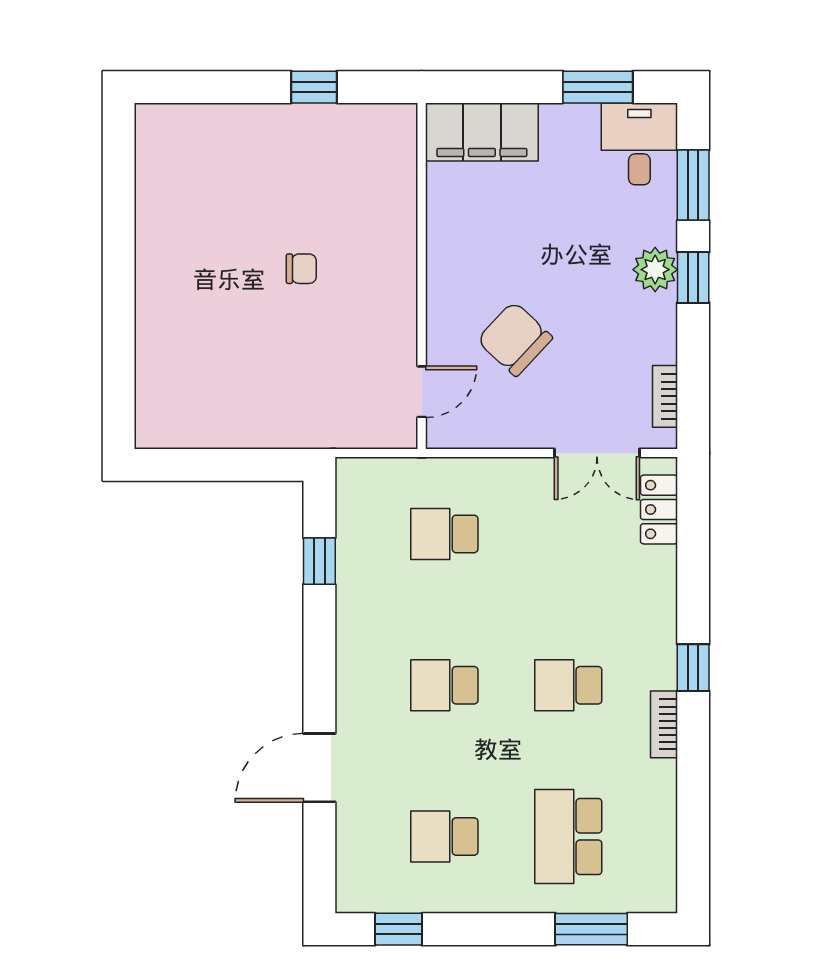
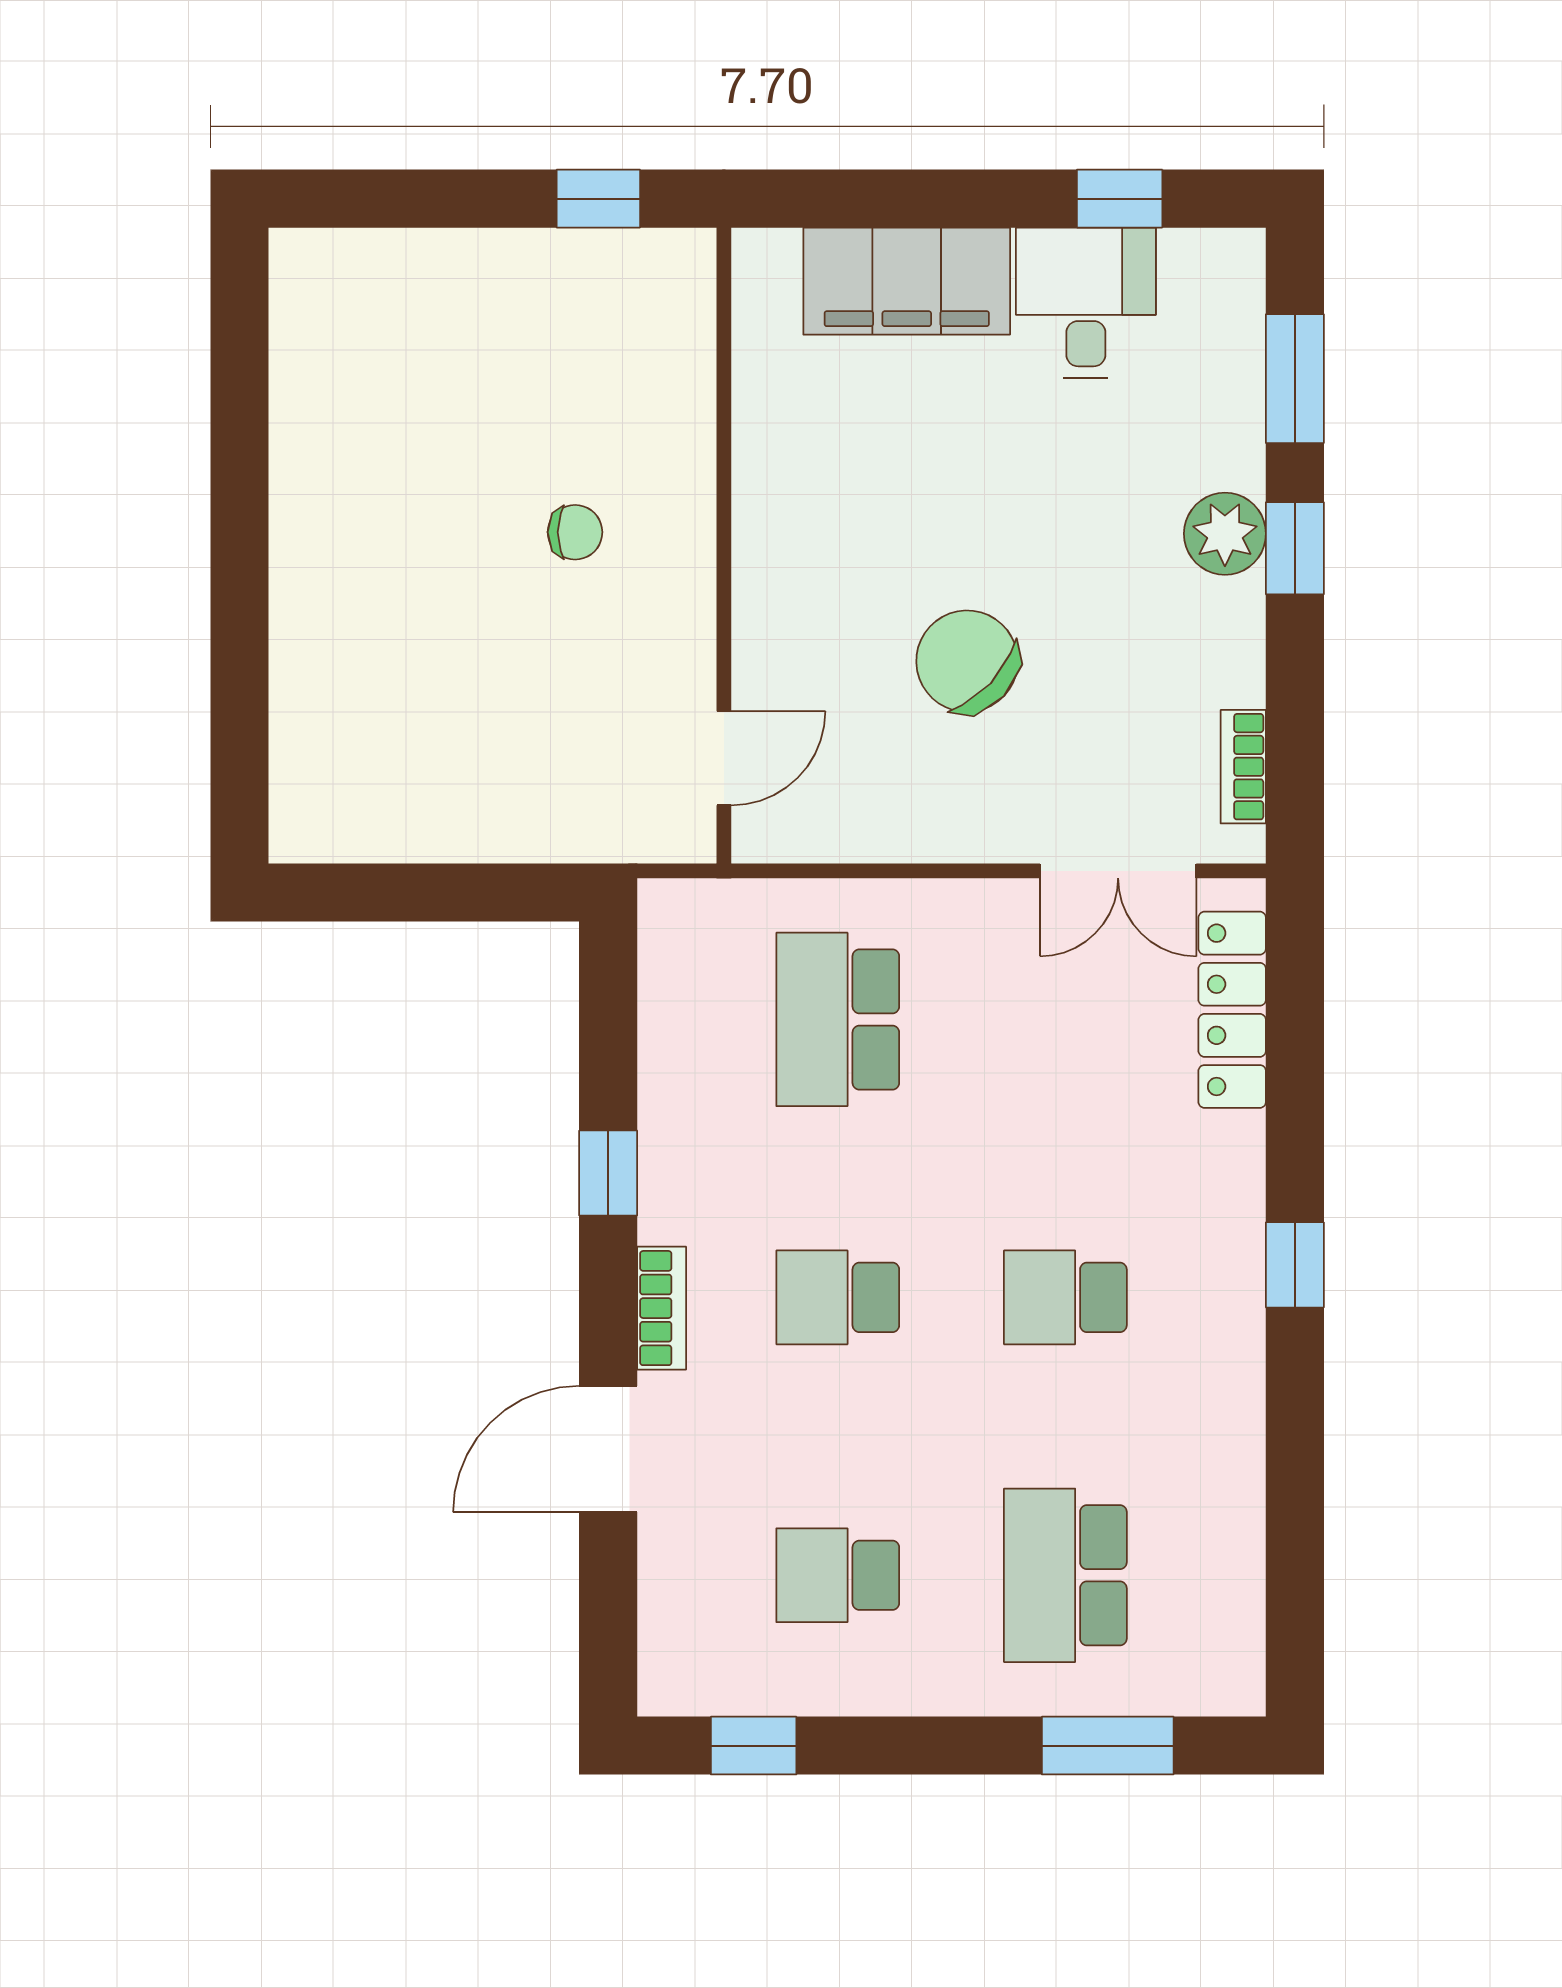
window: (598, 87) -> (1120, 199), width x0.67
desk: (639, 144) -> (1086, 303), moved
wall: (422, 276) -> (724, 546), moved
door: (422, 392) -> (724, 758), moved
locker: (659, 509) -> (1232, 1010), width x1.53
school desk: (444, 534) -> (838, 1019), width x1.85
window: (319, 561) -> (608, 1173), moved
bookcase: (664, 724) -> (662, 1308), moved, turned 180

